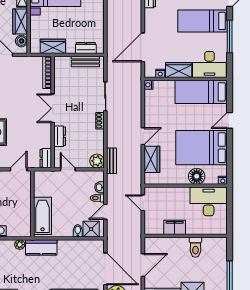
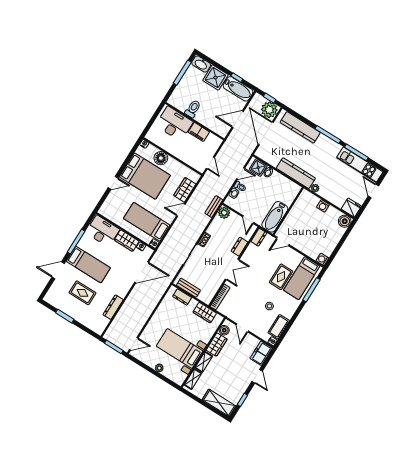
bed: (201, 92) -> (147, 222), moved, turned 180
desk: (209, 201) -> (174, 124), moved, turned 180
bathtub: (43, 216) -> (275, 217), moved
kitchen counter: (41, 247) -> (296, 173), width x1.50

